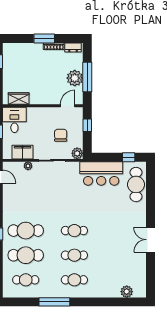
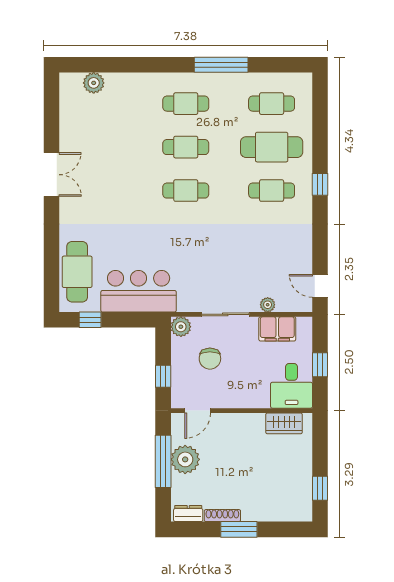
cafe table: (26, 231) -> (272, 191), width x0.73, depth x0.74

